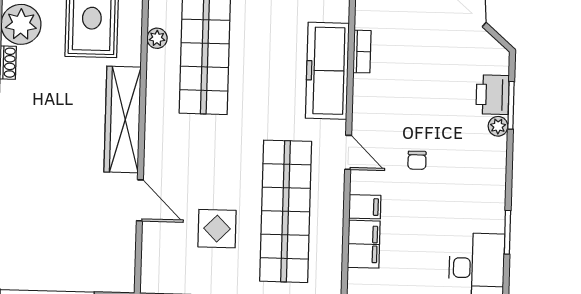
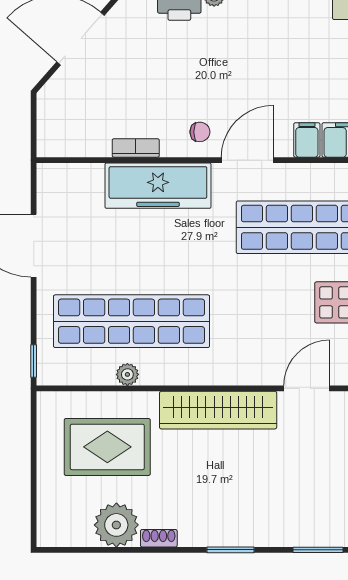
door: (348, 152) -> (247, 160), width x1.38
chair: (417, 160) -> (200, 132), moved

